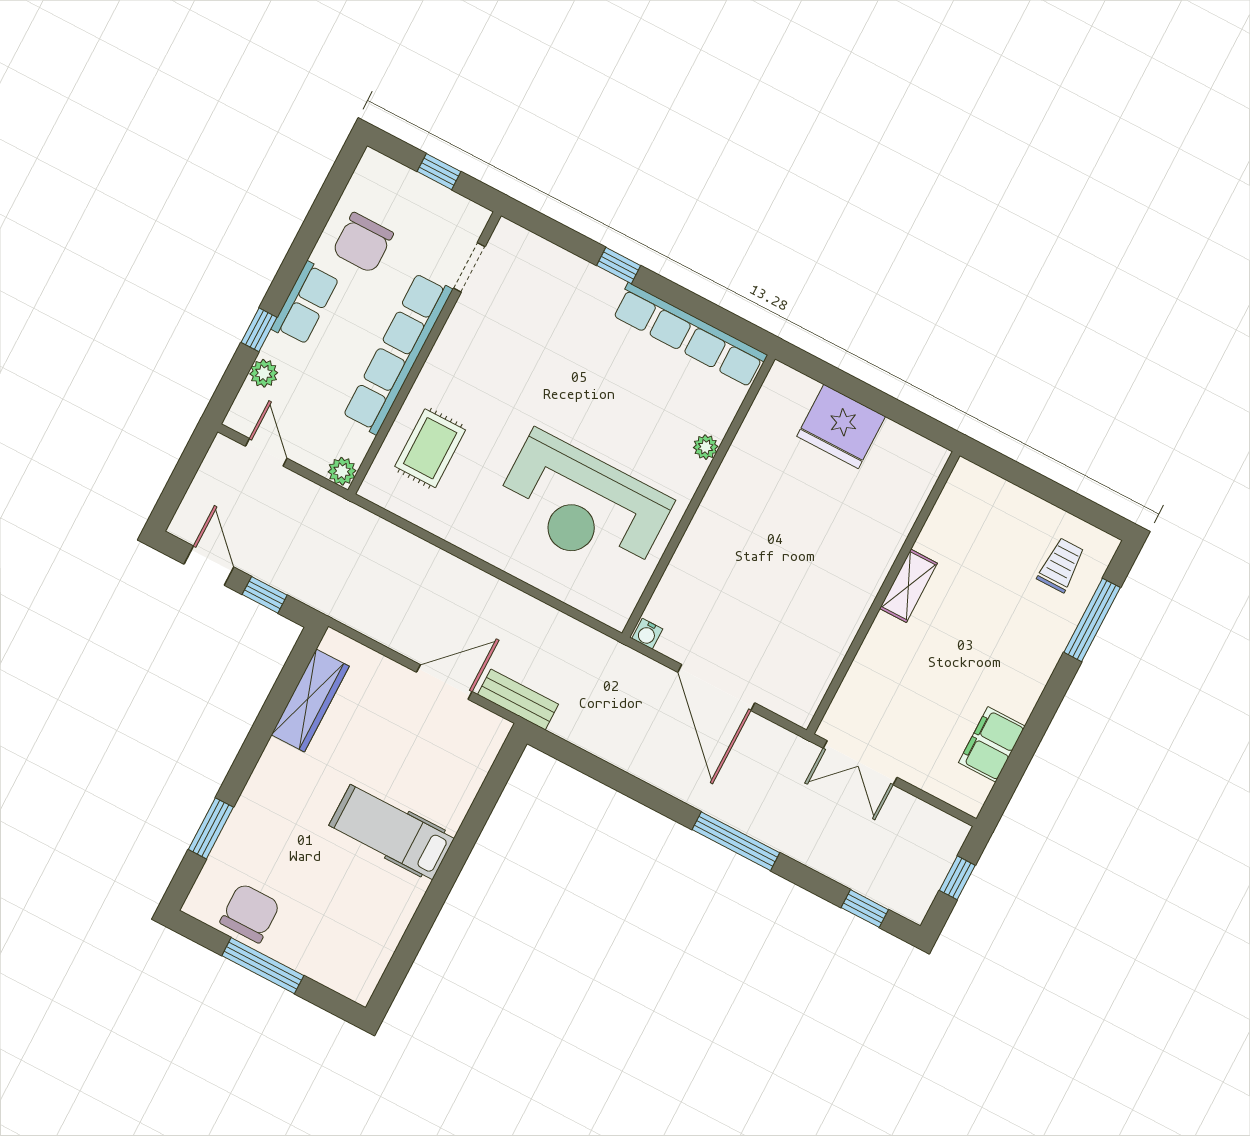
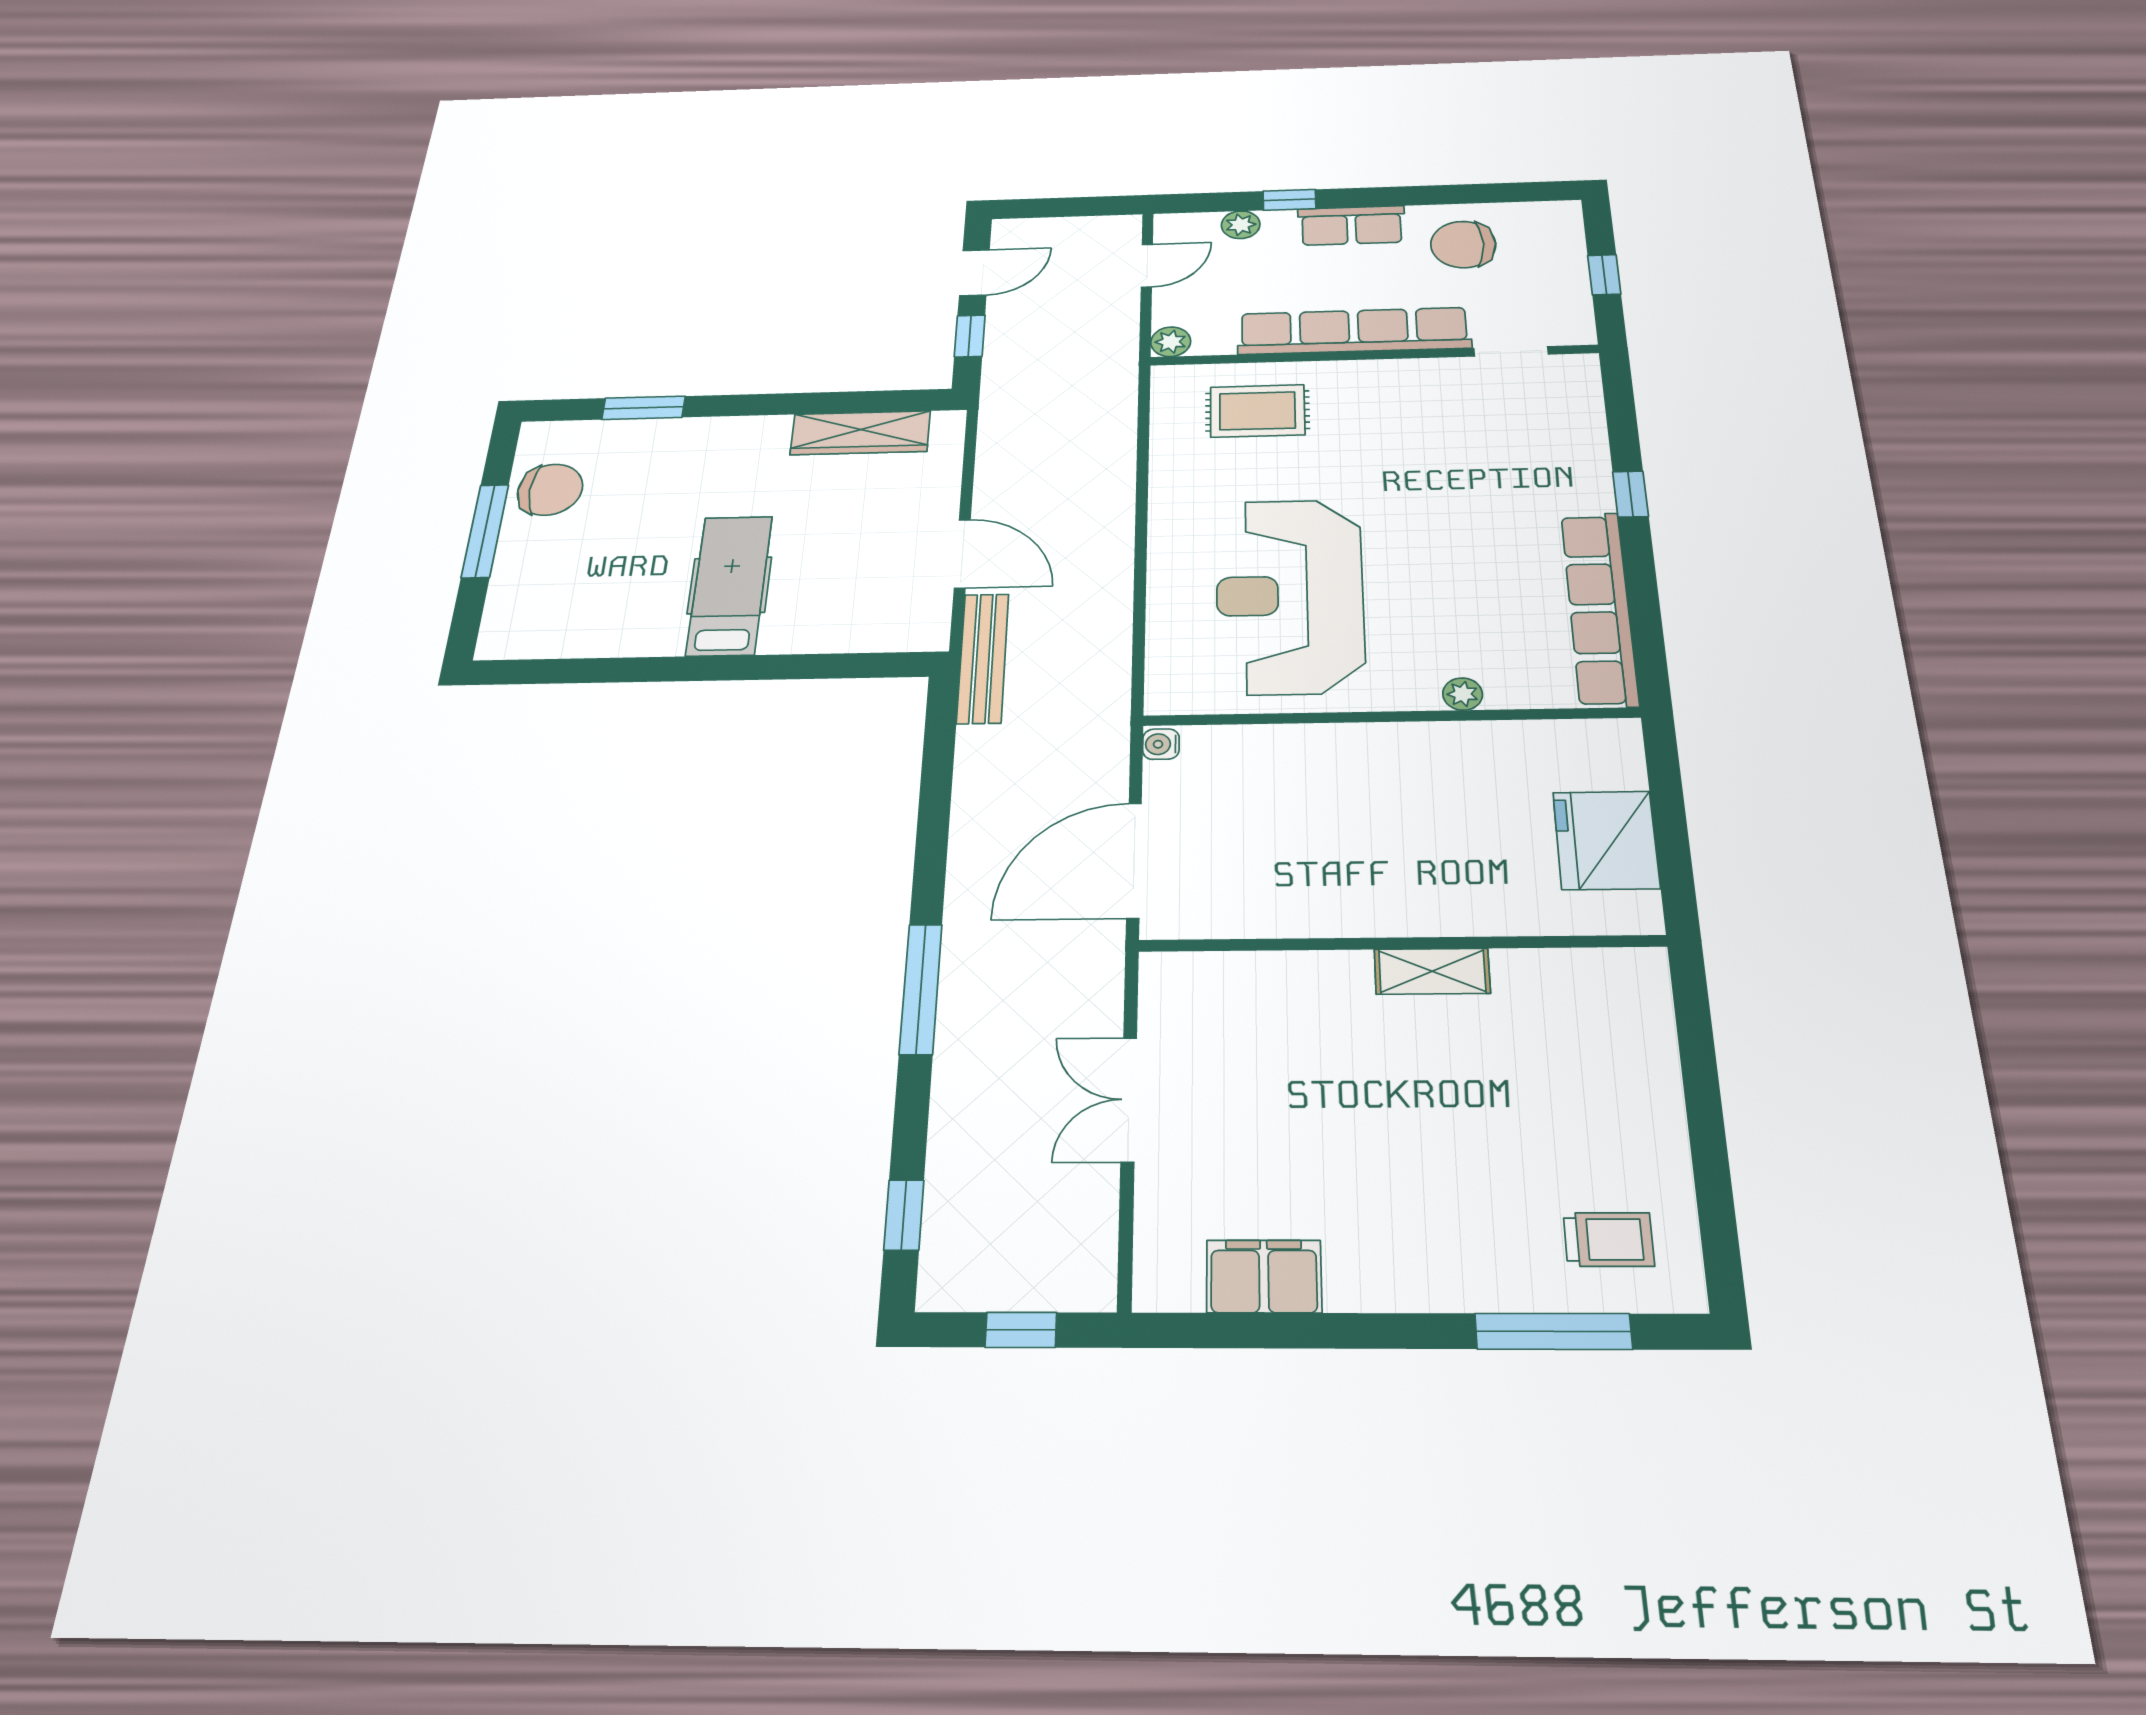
shelving: (909, 586) -> (1432, 971), moved
wall: (883, 593) -> (1401, 943), moved
bench: (518, 699) -> (983, 658), width x1.36

